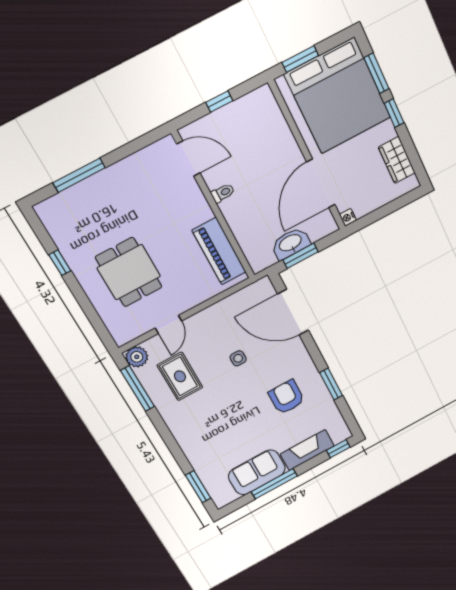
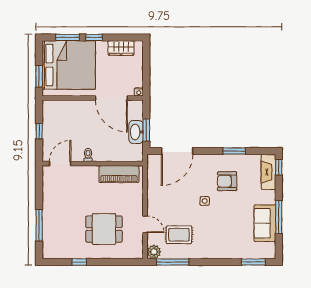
side table: (238, 358) -> (205, 201), moved
fireplace: (307, 450) -> (268, 172), moved

